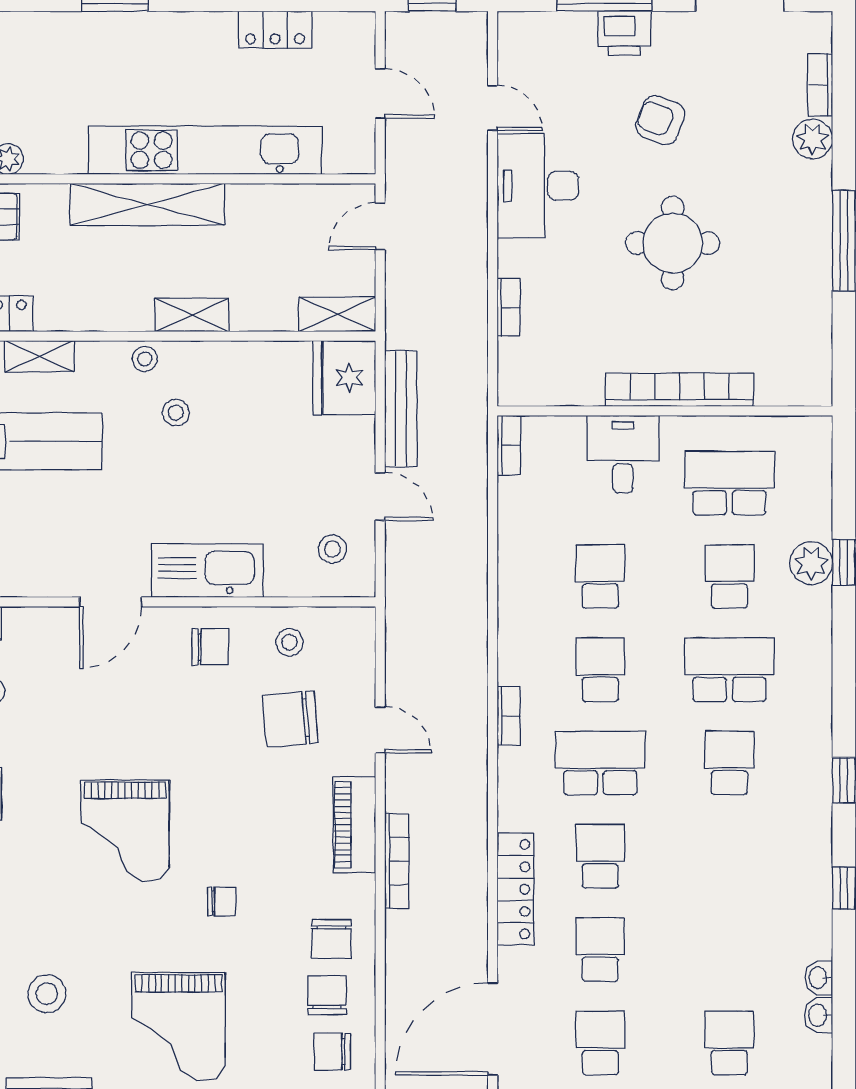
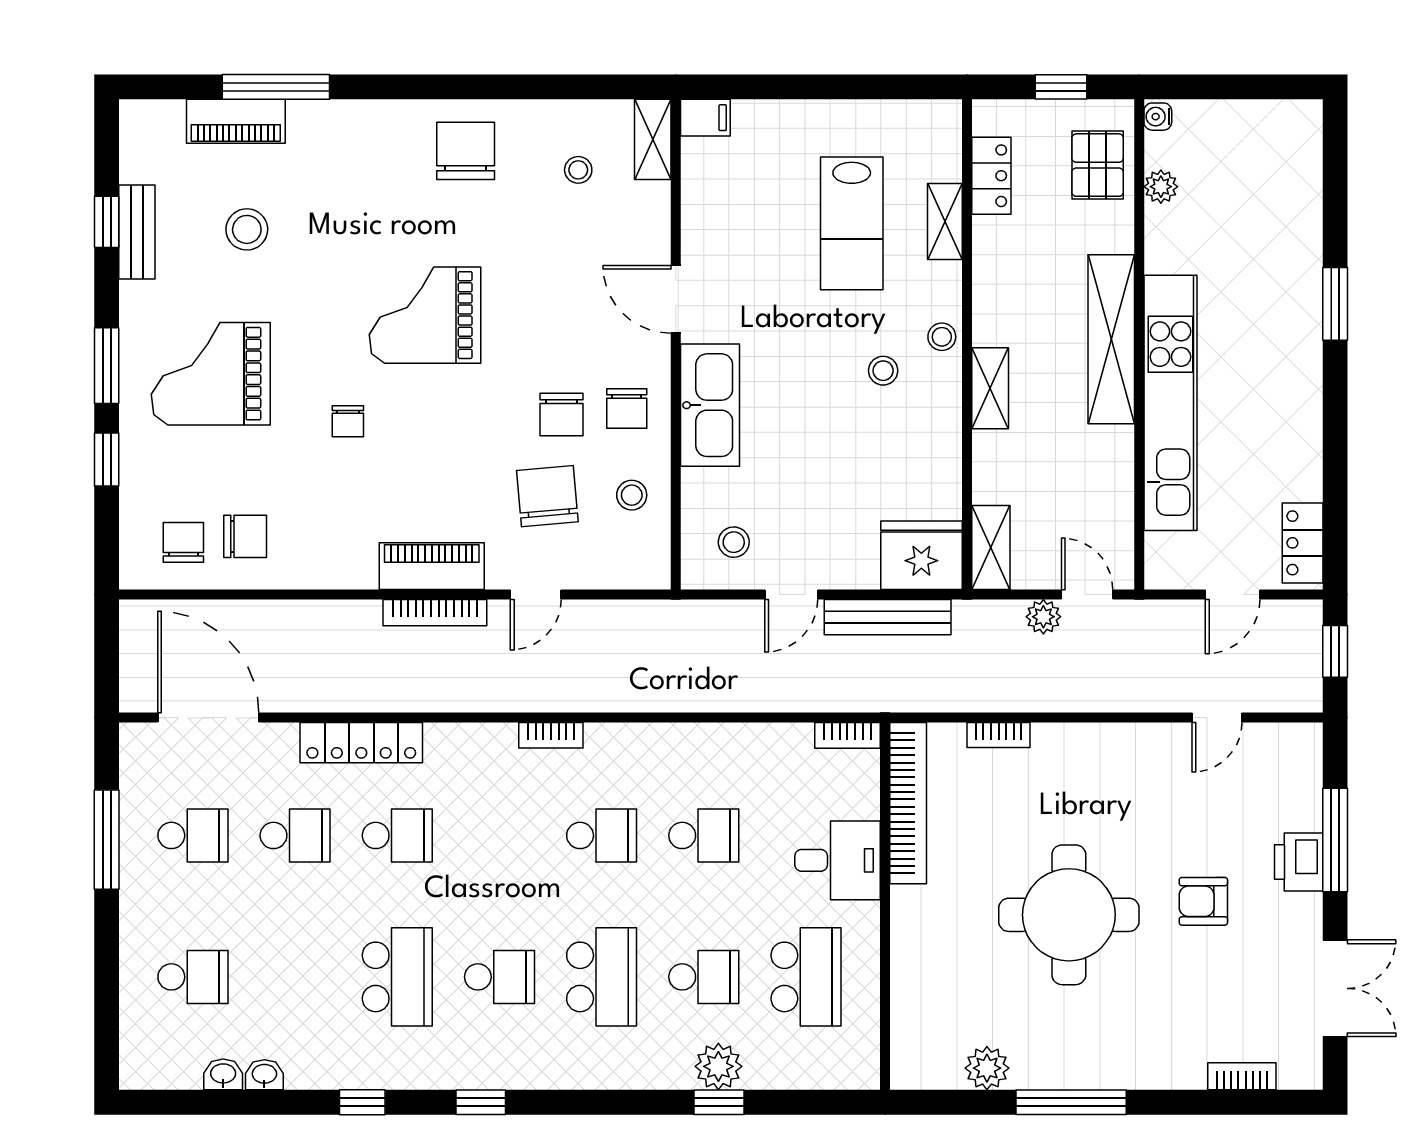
locker: (275, 30) -> (1303, 543), moved
armchair: (660, 120) -> (1203, 901), turned -110
plant: (813, 139) -> (987, 1068), moved
desk: (538, 186) -> (1132, 767), removed
round table: (673, 243) -> (1069, 915), width x1.36, depth x1.36
plant: (400, 266) -> (1043, 617), added
bookcase: (680, 390) -> (908, 803), moved
school desk: (600, 763) -> (397, 977), moved
bookcase: (397, 861) -> (435, 613), moved
chair: (331, 939) -> (561, 415), moved, turned -90

